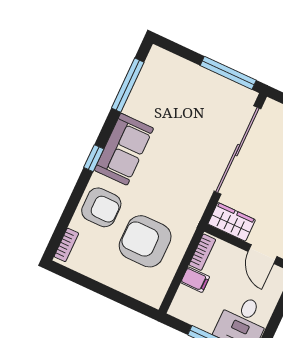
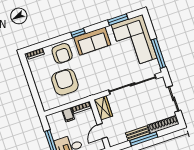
window: (128, 85) -> (118, 20), width x0.69
corner sofa: (180, 91) -> (134, 41), added

